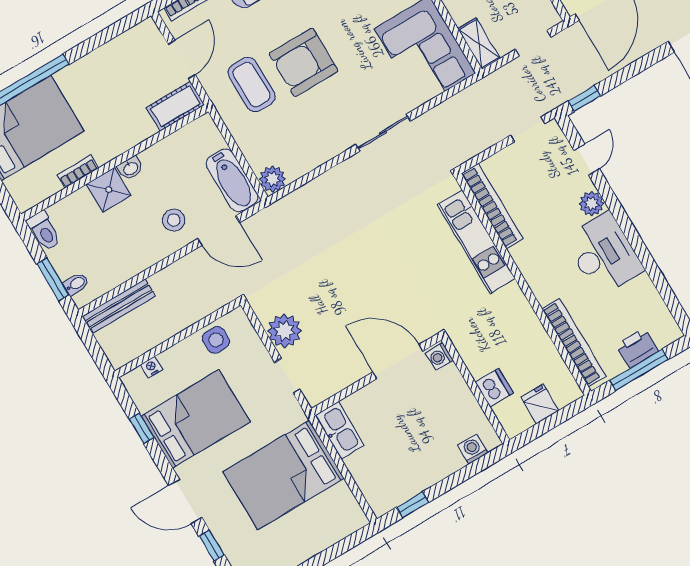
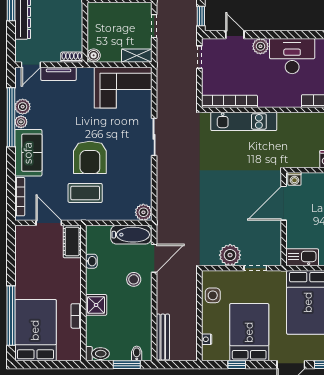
washbasin: (130, 168) -> (91, 261), moved

